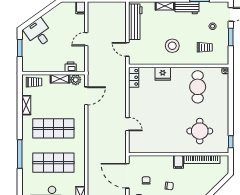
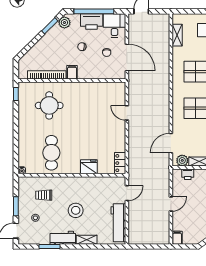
stool: (172, 46) -> (76, 210), moved
door: (127, 49) -> (127, 193), hinge flipped

